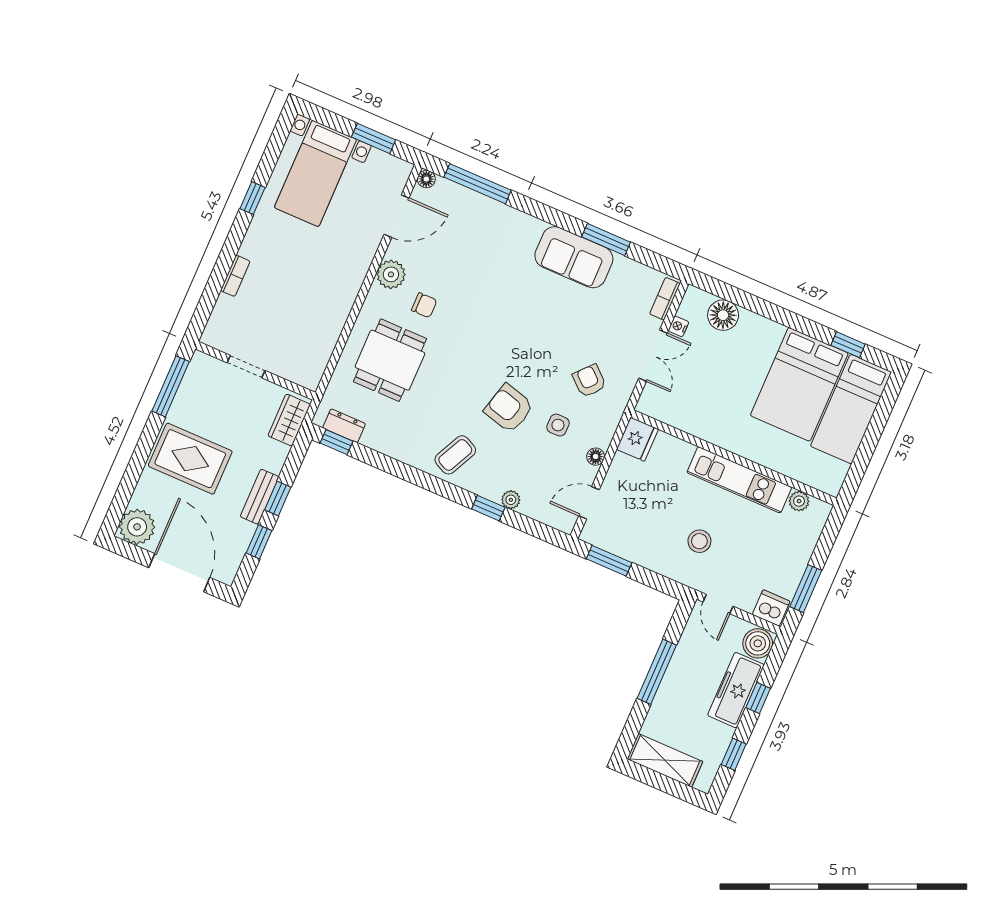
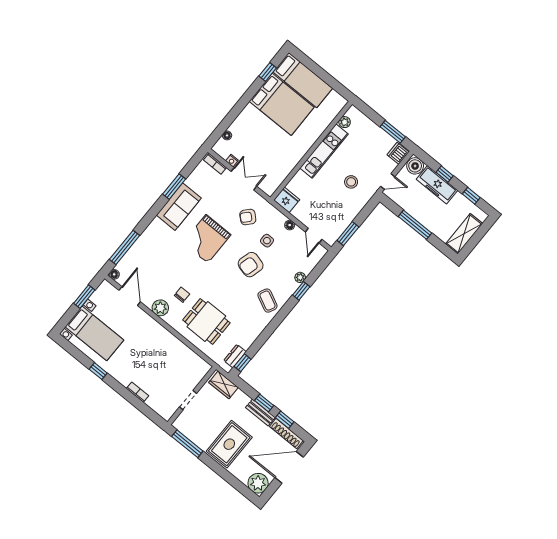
floor lamp: (723, 315) -> (227, 135), width x0.53, depth x0.53
grand piano: (532, 321) -> (207, 239), added
shoe rack: (236, 551) -> (286, 434), added

